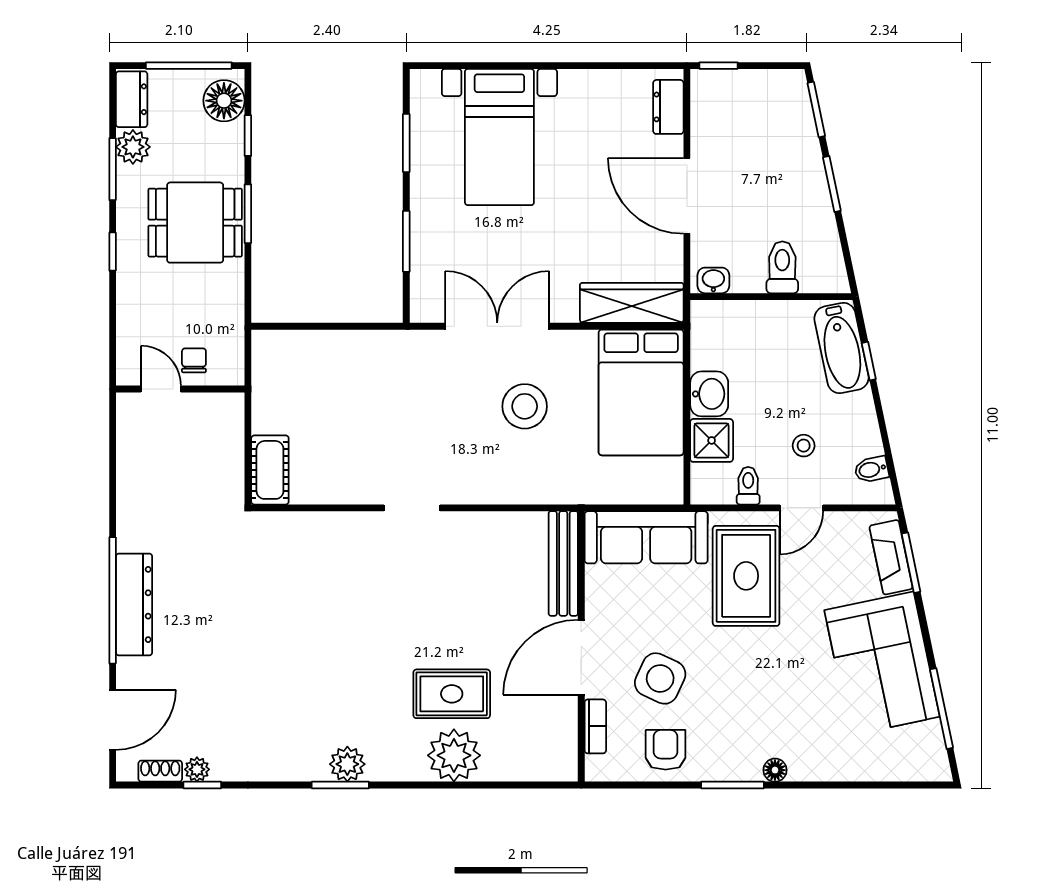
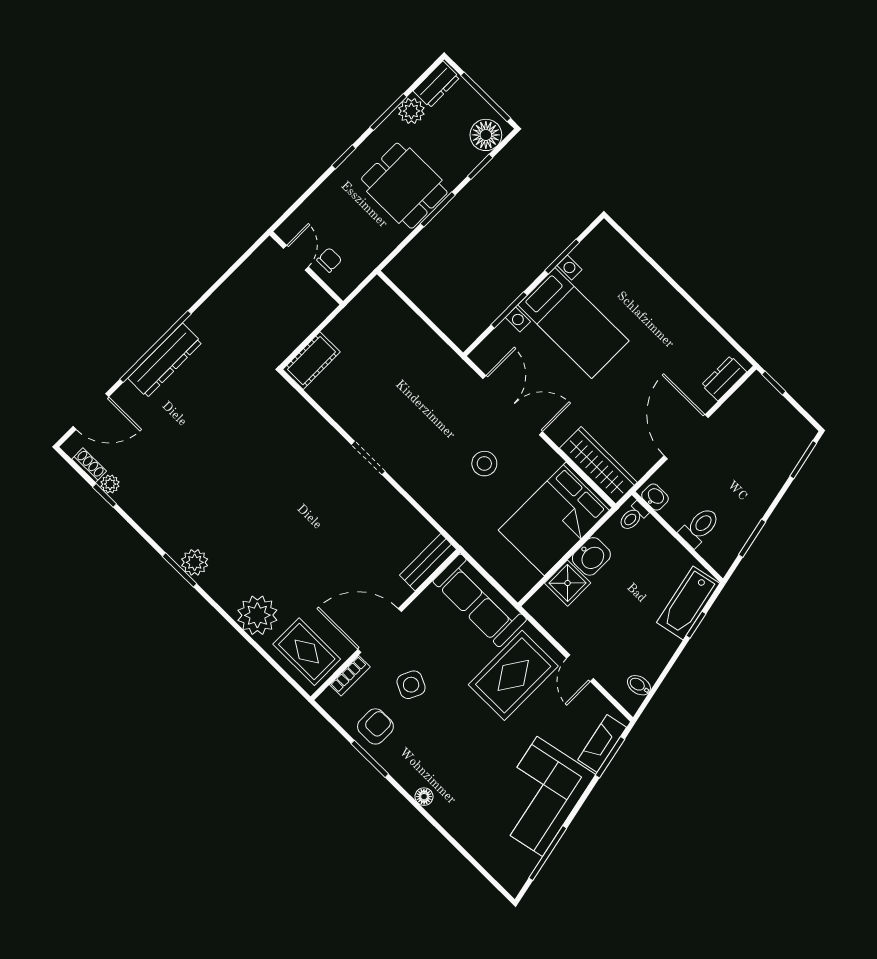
bed with nightstands: (499, 137) -> (573, 323), moved, turned -90
window: (832, 184) -> (752, 538), moved
stool: (525, 406) -> (484, 464), width x0.73, depth x0.73
stool: (804, 446) -> (615, 636), removed
toilet: (748, 486) -> (633, 517), moved, turned 180
door: (801, 508) -> (580, 668), hinge flipped
bench: (563, 563) -> (428, 562), width x0.73
side table: (660, 678) -> (411, 685), width x0.73, depth x0.73
rug: (452, 694) -> (307, 652), moved
window: (733, 785) -> (370, 759), moved

